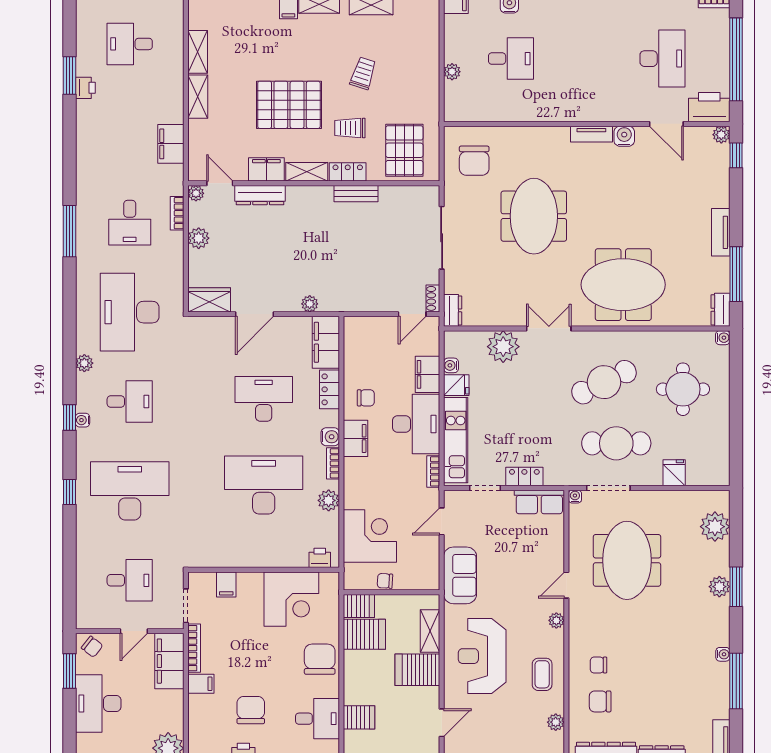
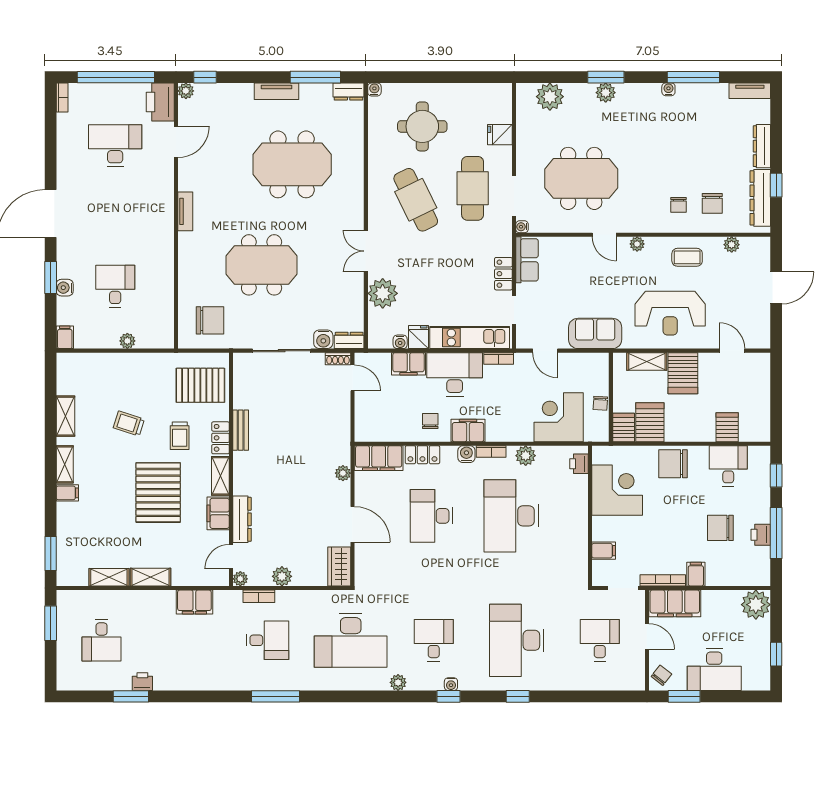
water cooler: (624, 136) -> (323, 339), moved, turned -90
meeting table: (623, 285) -> (292, 164), moved, turned 90

